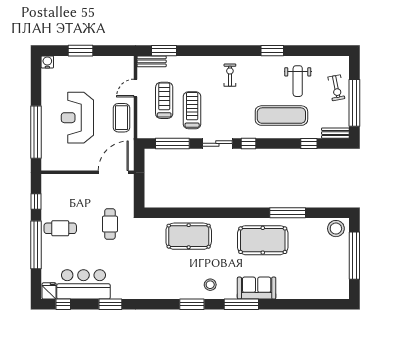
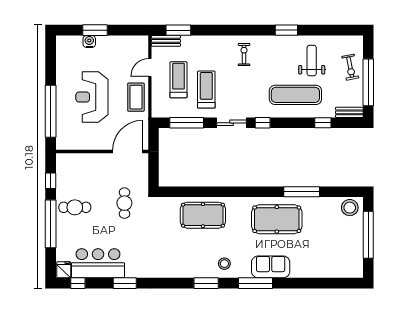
water cooler: (47, 62) -> (89, 41), moved
weight bench: (298, 81) -> (312, 61), turned 180

